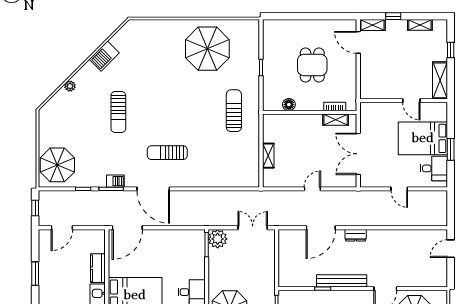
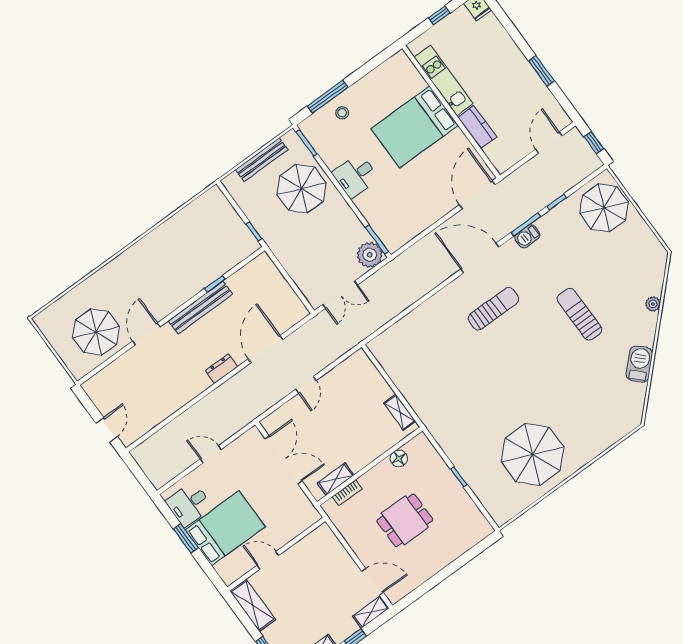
dining table: (312, 65) -> (405, 520), turned 90
sun lounger: (234, 111) -> (454, 408), removed
shelving: (268, 156) -> (400, 412), moved

